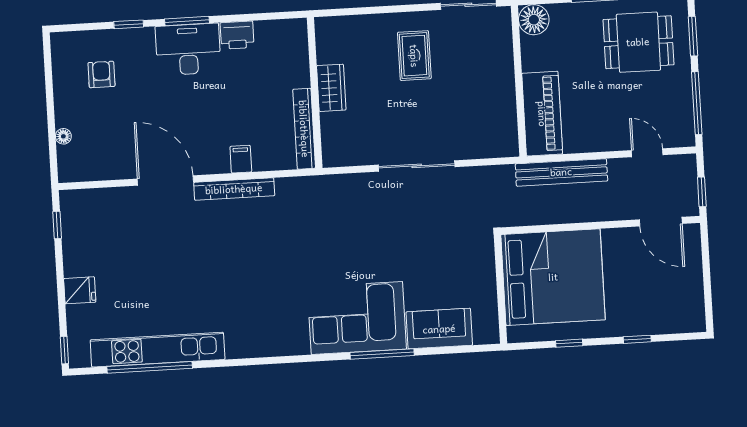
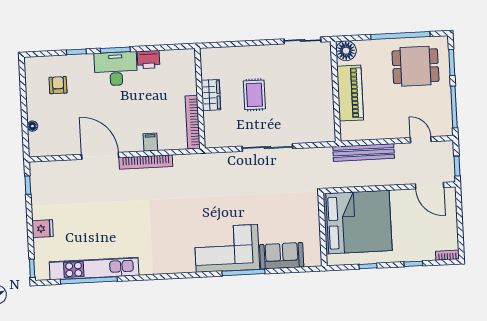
rug: (414, 56) -> (254, 95), moved
piano: (542, 114) -> (350, 93), moved
bookcase: (688, 326) -> (447, 255), added

